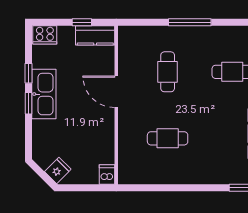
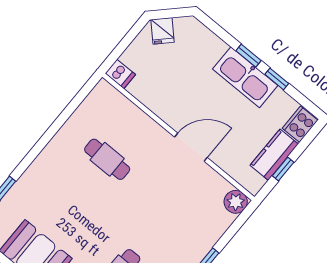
kitchen counter: (95, 35) -> (274, 155), moved
plant: (127, 35) -> (236, 202), added
cafe table: (168, 72) -> (170, 211), removed
cafe table: (168, 138) -> (107, 159), turned 90

